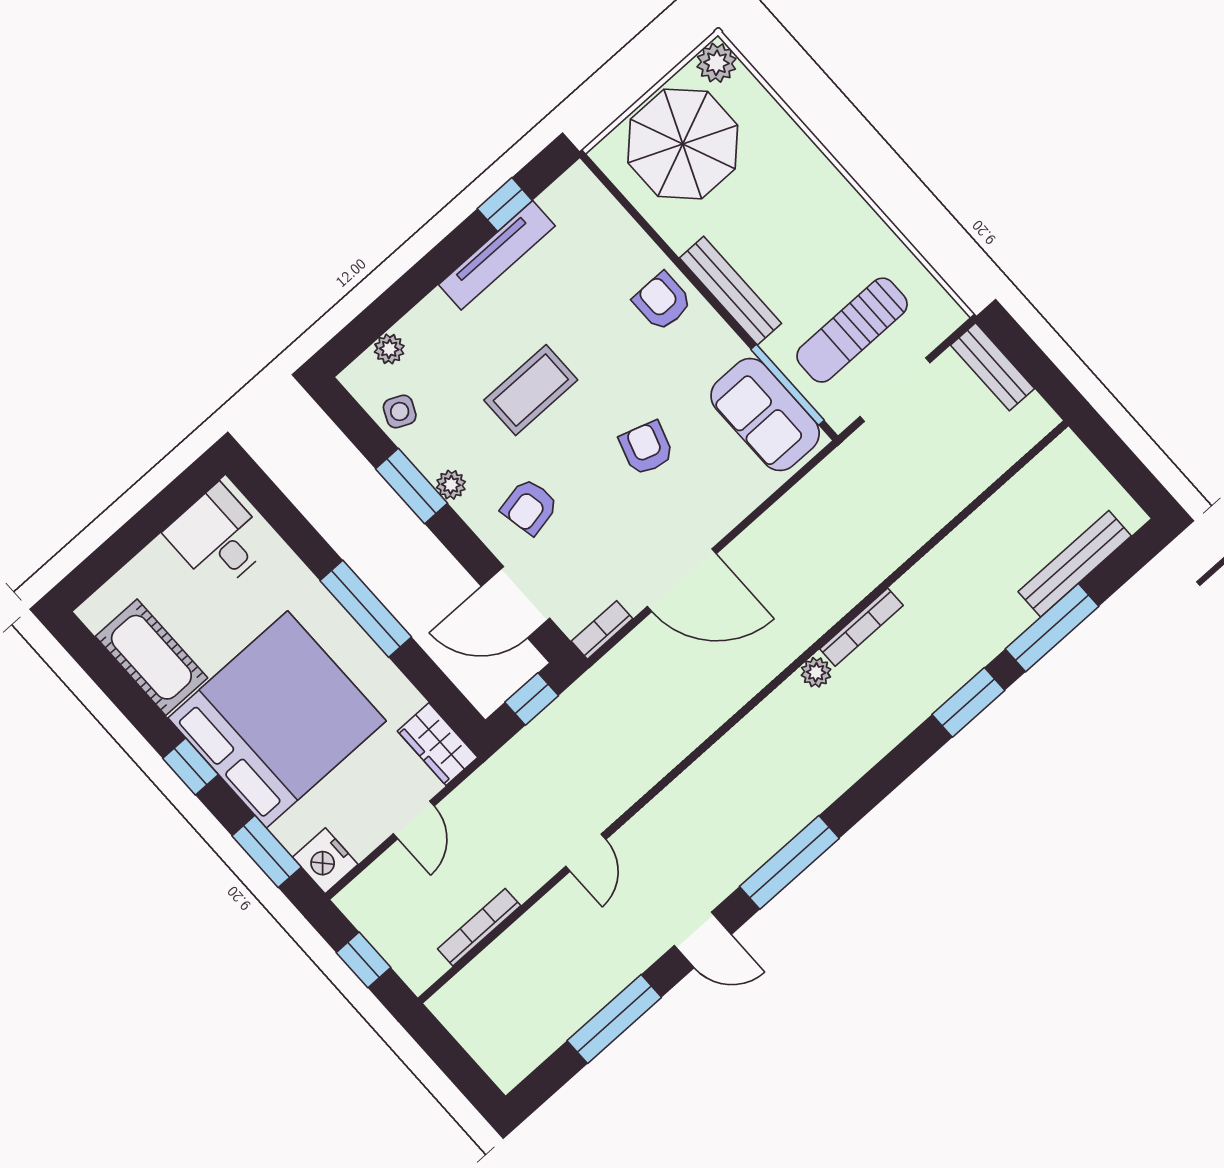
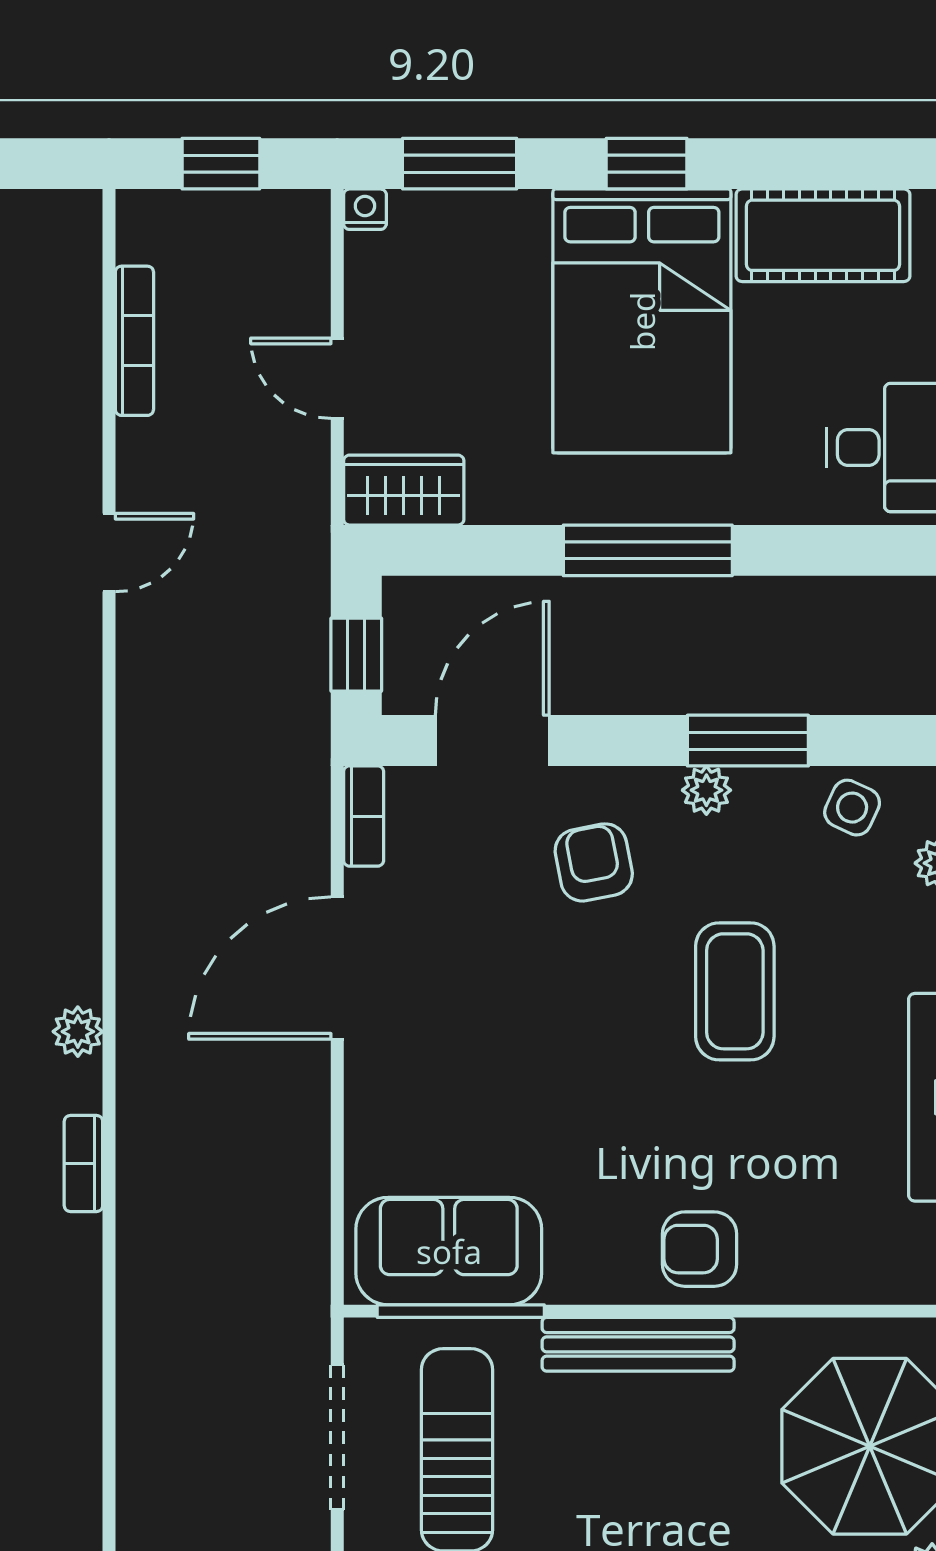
armchair: (662, 301) -> (700, 1249), turned 180
armchair: (646, 448) -> (538, 1069), removed
bookcase: (861, 627) -> (83, 1164), width x0.64
bed: (277, 719) -> (642, 321), width x0.73
door: (586, 853) -> (109, 553), swing flipped
nightstand: (325, 861) -> (365, 209), width x0.53, depth x0.56

